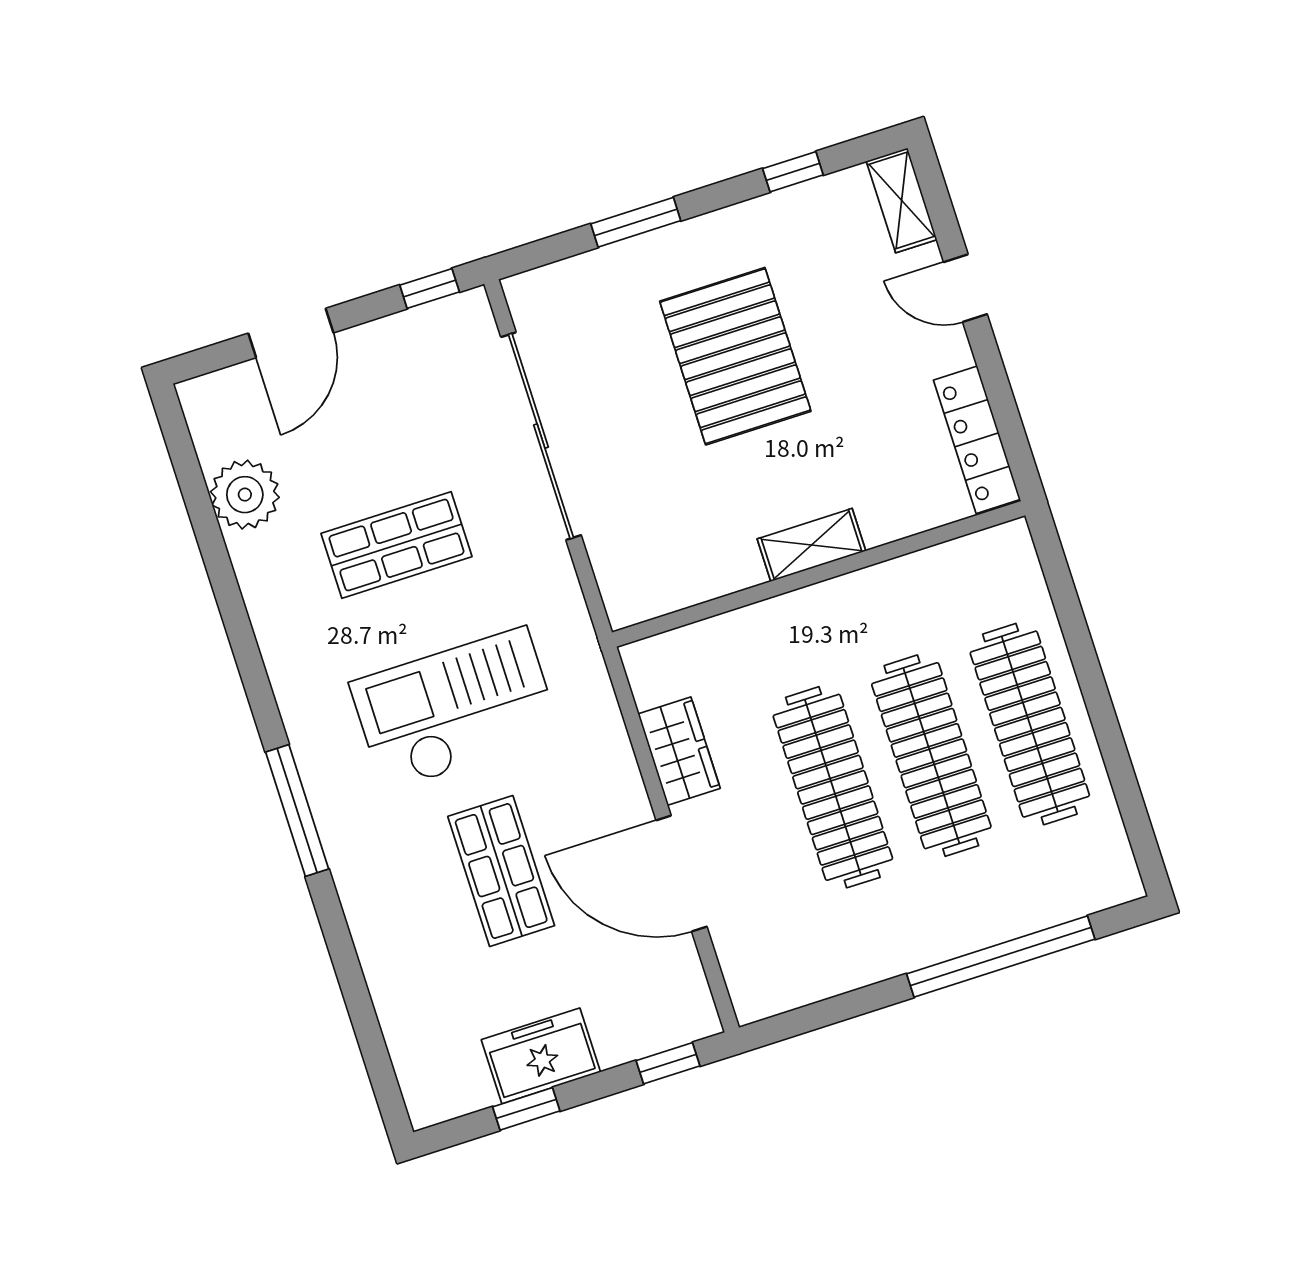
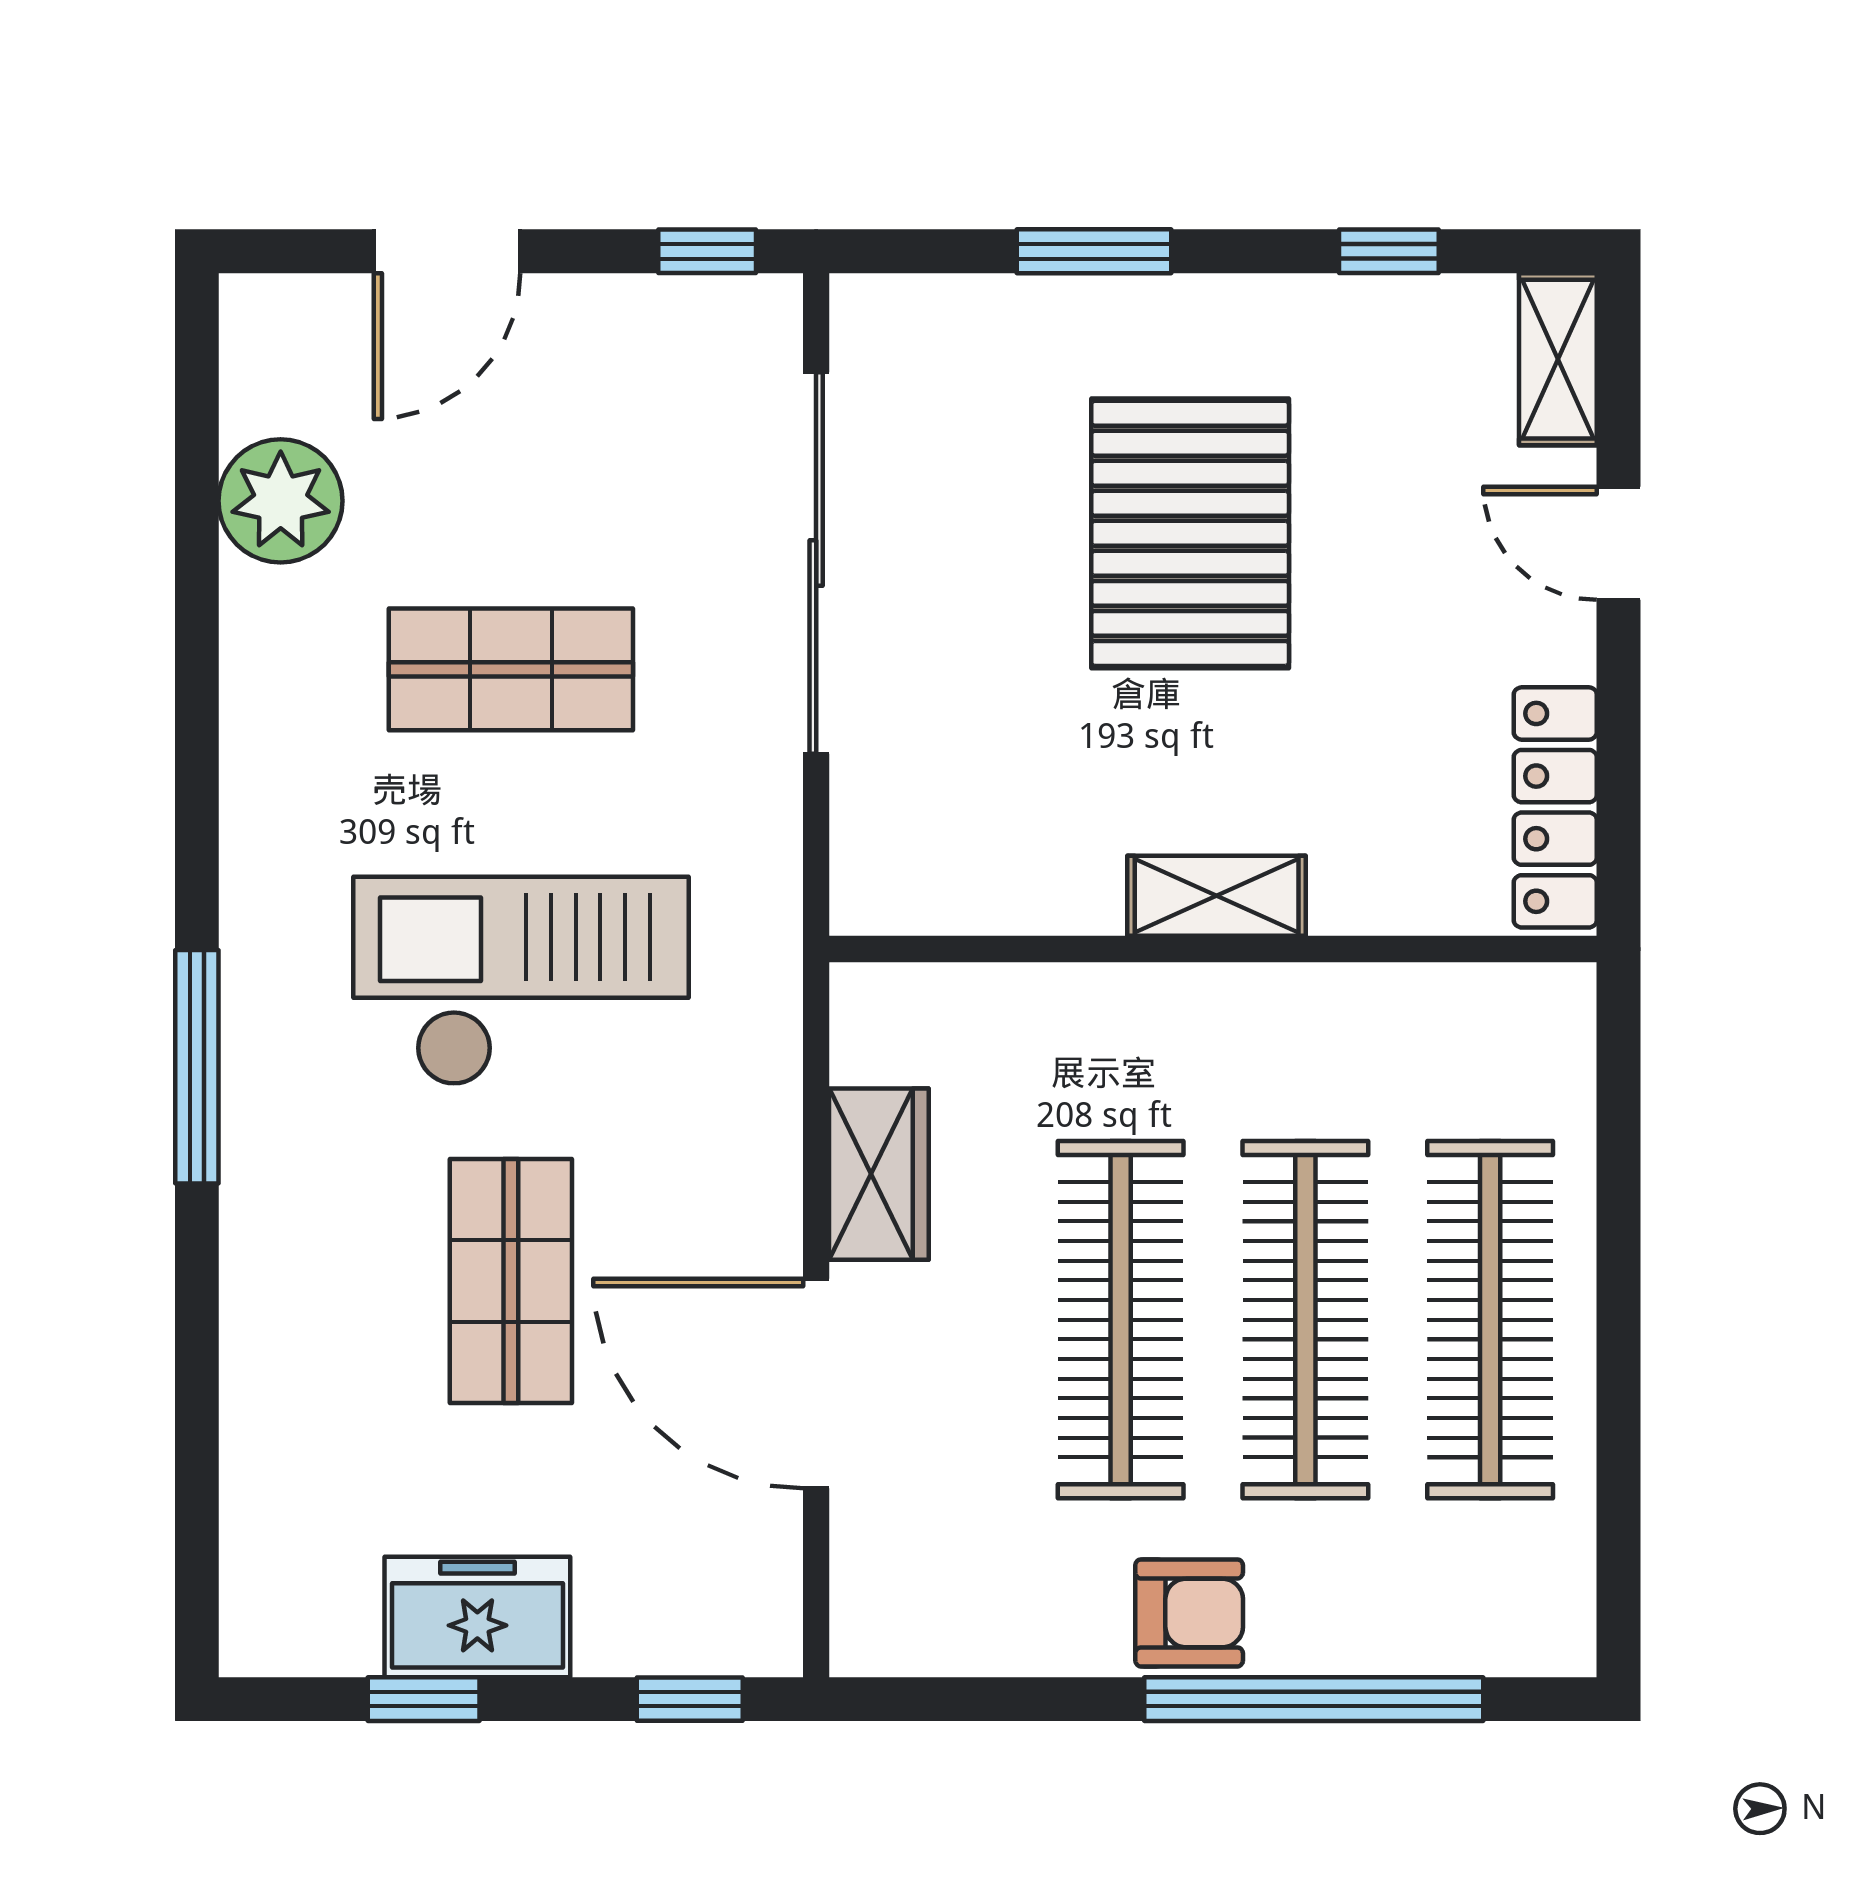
armchair: (920, 932) -> (1189, 1613), added

